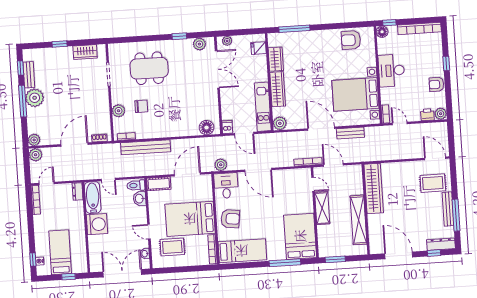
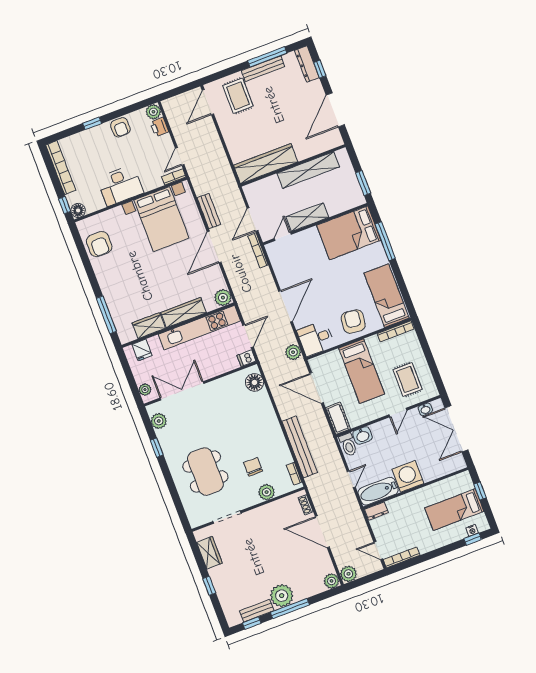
kitchen unit: (263, 107) -> (199, 328), width x1.36
bed: (190, 219) -> (362, 371), width x0.67

